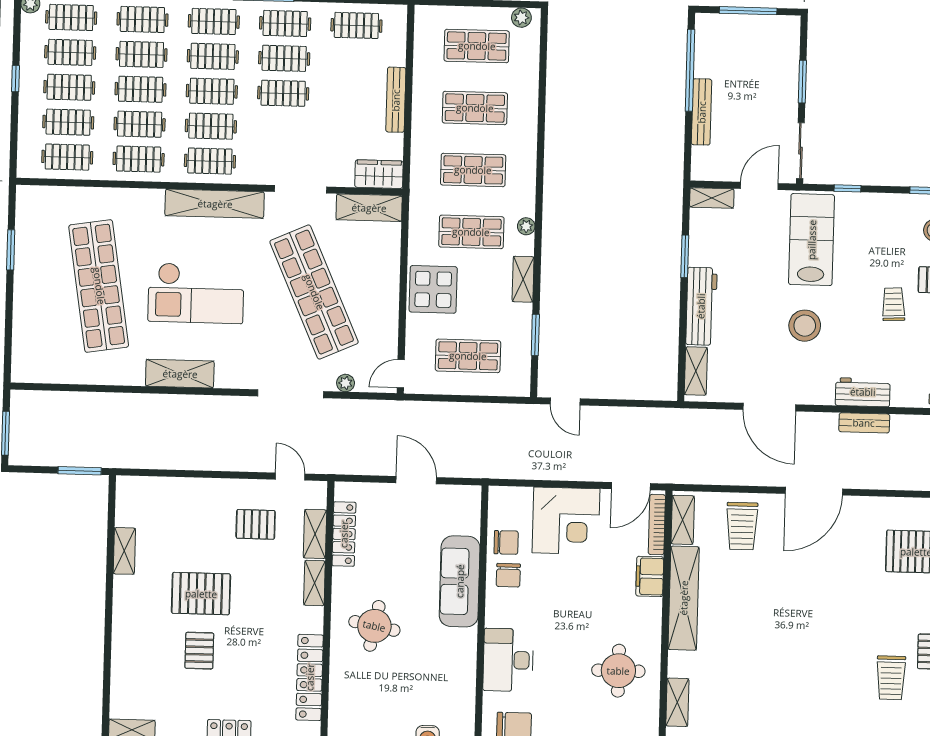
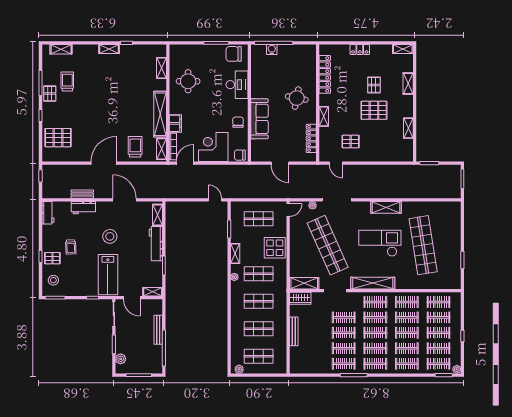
clothes rail: (356, 25) -> (344, 317), moved
plant: (788, 49) -> (121, 359), added
door: (759, 186) -> (132, 298), hinge flipped
shelving: (315, 534) -> (408, 83), moved
chair: (506, 542) -> (240, 155), moved

